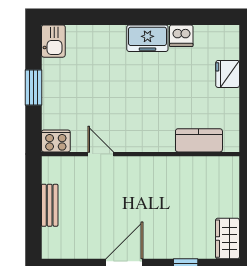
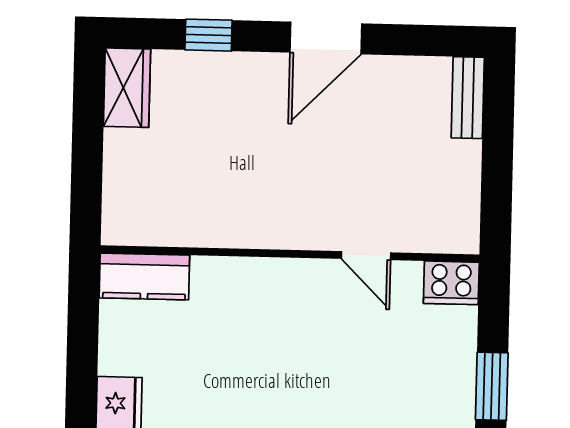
kitchen counter: (199, 140) -> (144, 276), moved
bench: (50, 205) -> (468, 98), moved

